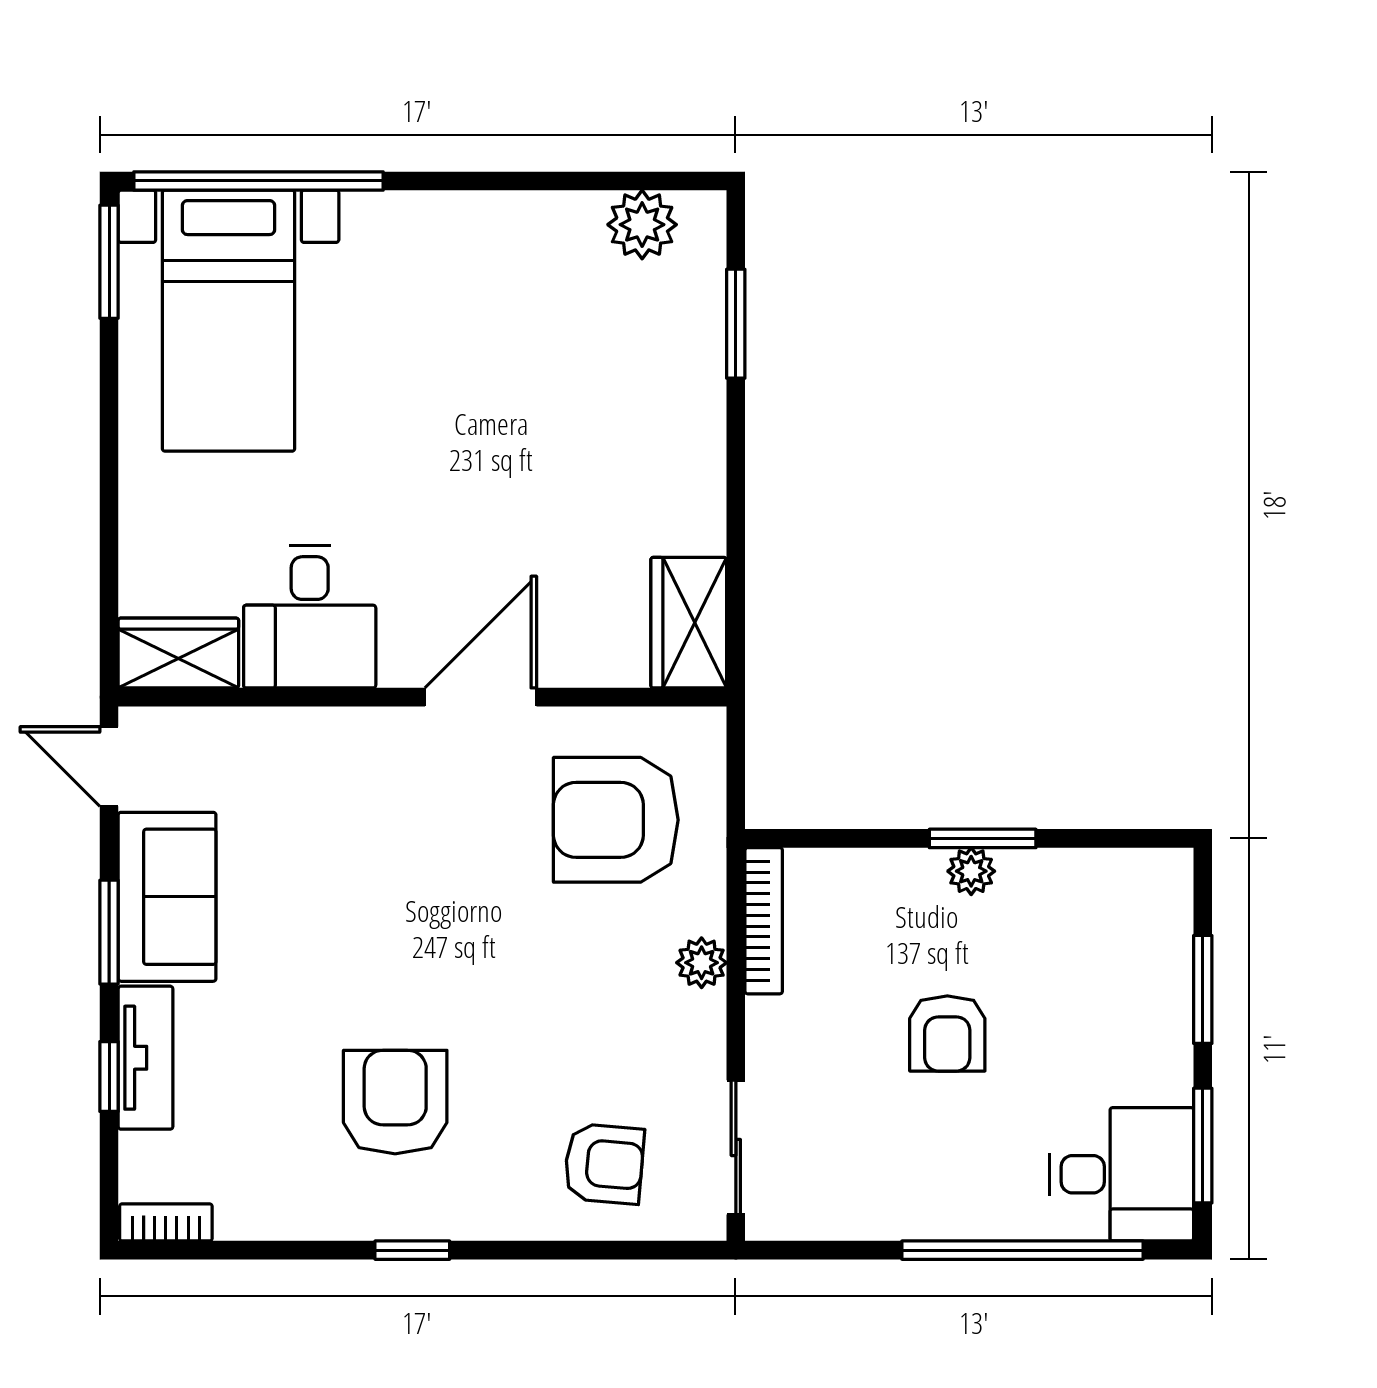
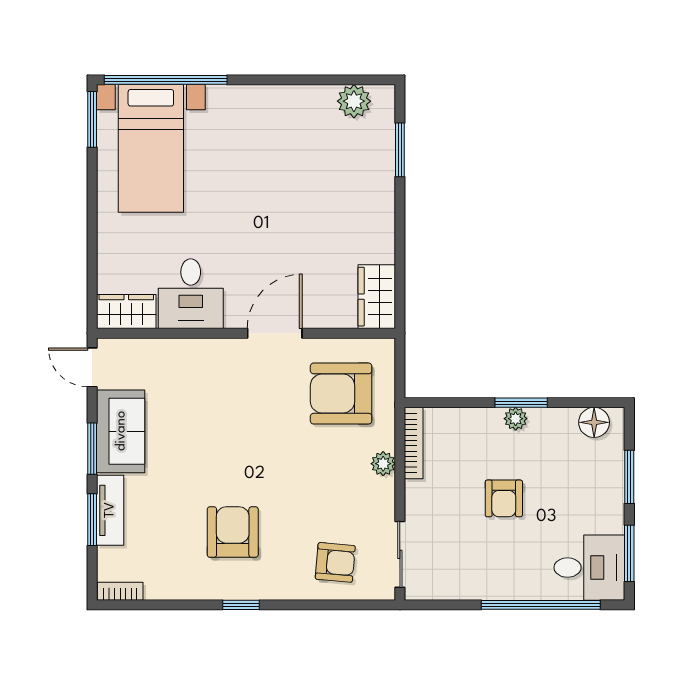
floor lamp: (1131, 879) -> (594, 422), added
window: (109, 1077) -> (92, 520), width x1.50

